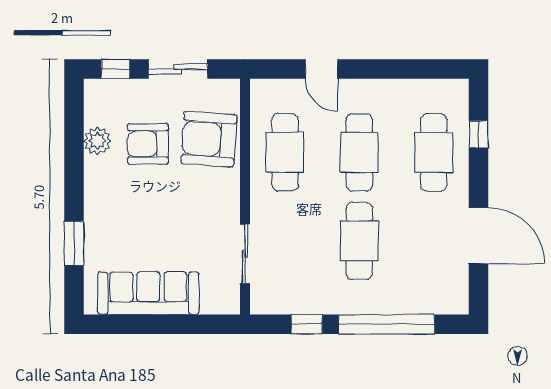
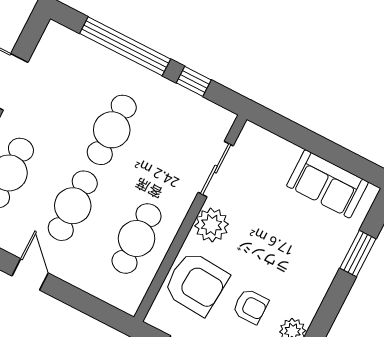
door: (321, 69) -> (30, 274), moved
armchair: (148, 144) -> (250, 306), width x0.72, depth x0.72
plant: (222, 200) -> (212, 225), added
sofa: (148, 293) -> (327, 184), width x0.73

